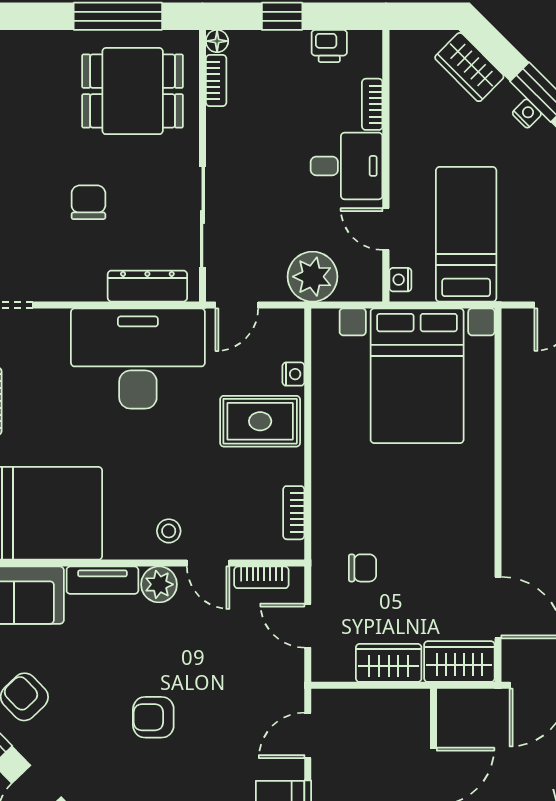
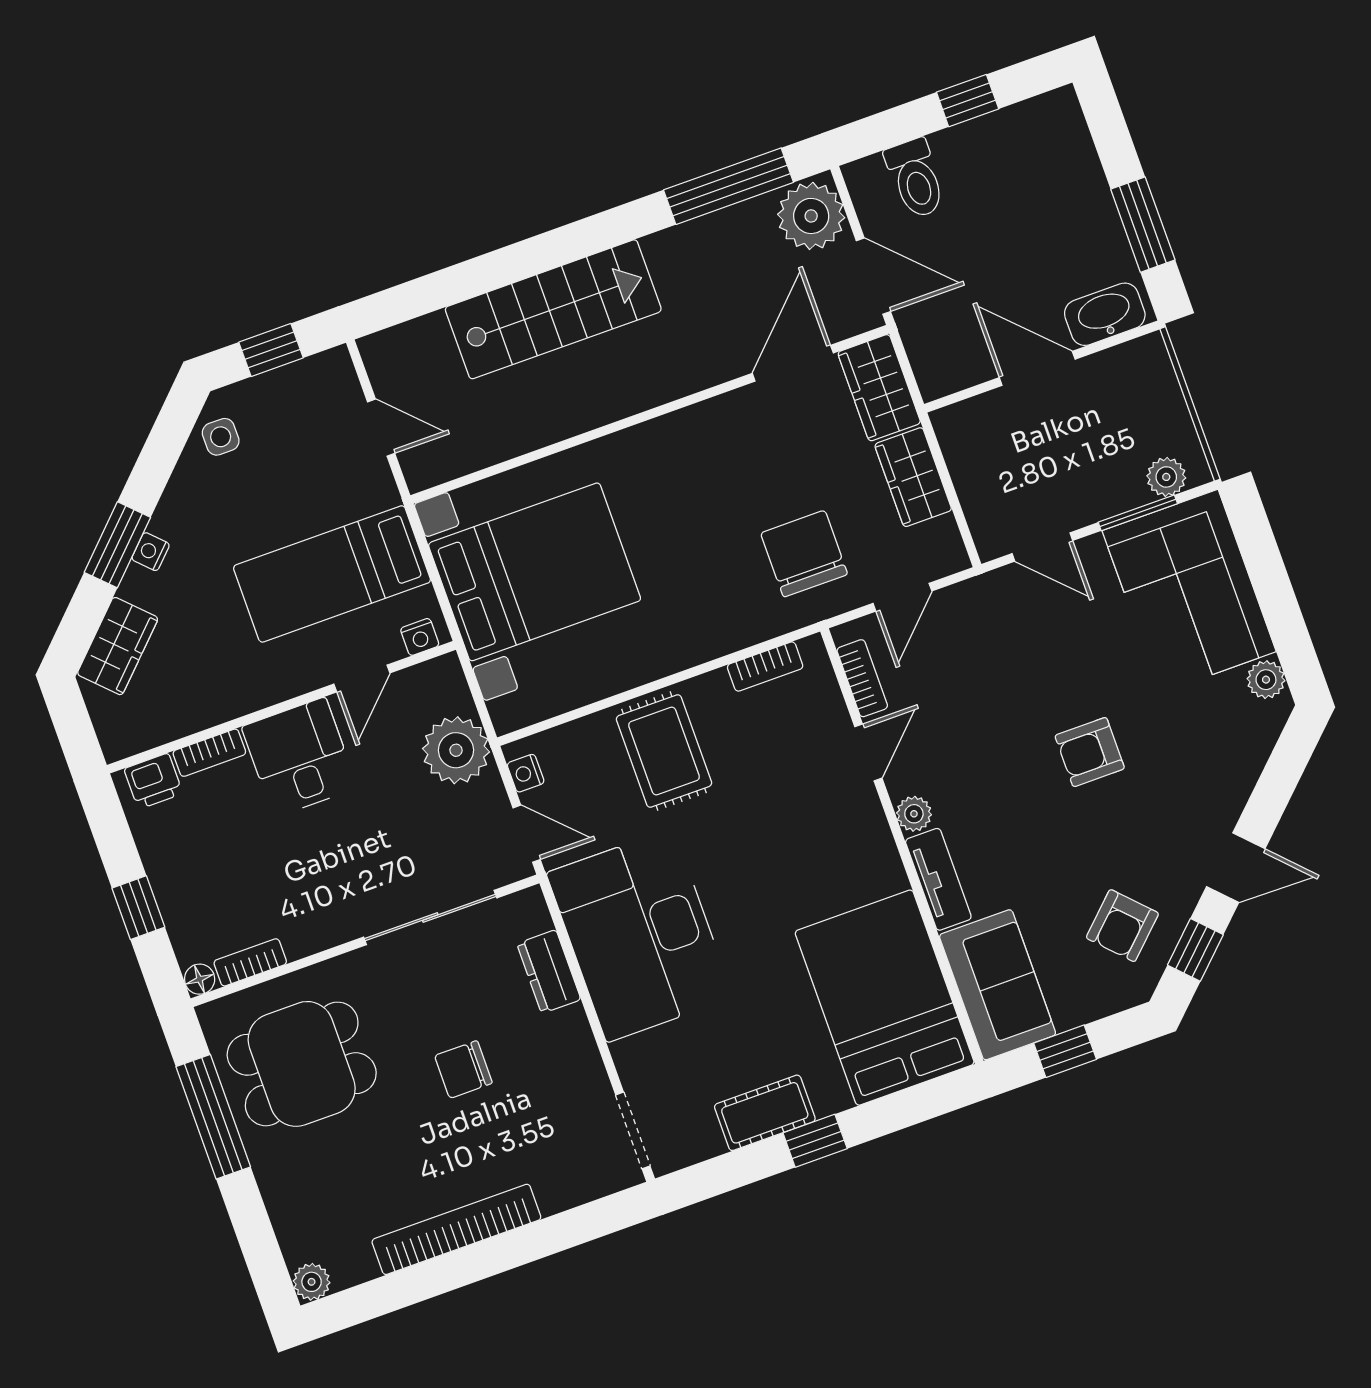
printer: (329, 46) -> (153, 781), moved, turned 90
dining table: (133, 91) -> (302, 1064), turned 90
dresser: (147, 286) -> (549, 972), width x0.70
nightstand: (293, 374) -> (526, 773), moved, turned -90
stool: (169, 531) -> (845, 817), removed
chair: (363, 568) -> (804, 554), width x1.87, depth x1.87
plant: (159, 584) -> (914, 814), width x0.73, depth x0.73
armchair: (153, 717) -> (1090, 752), turned 90

